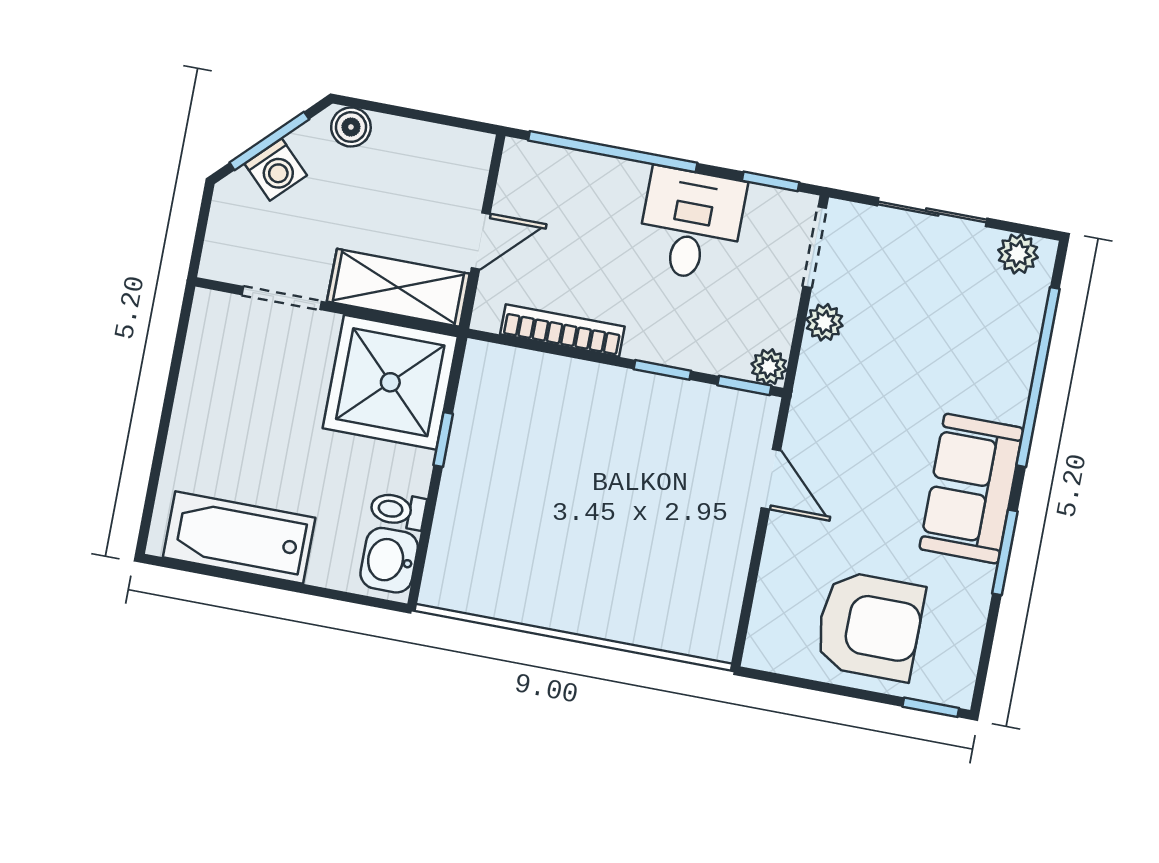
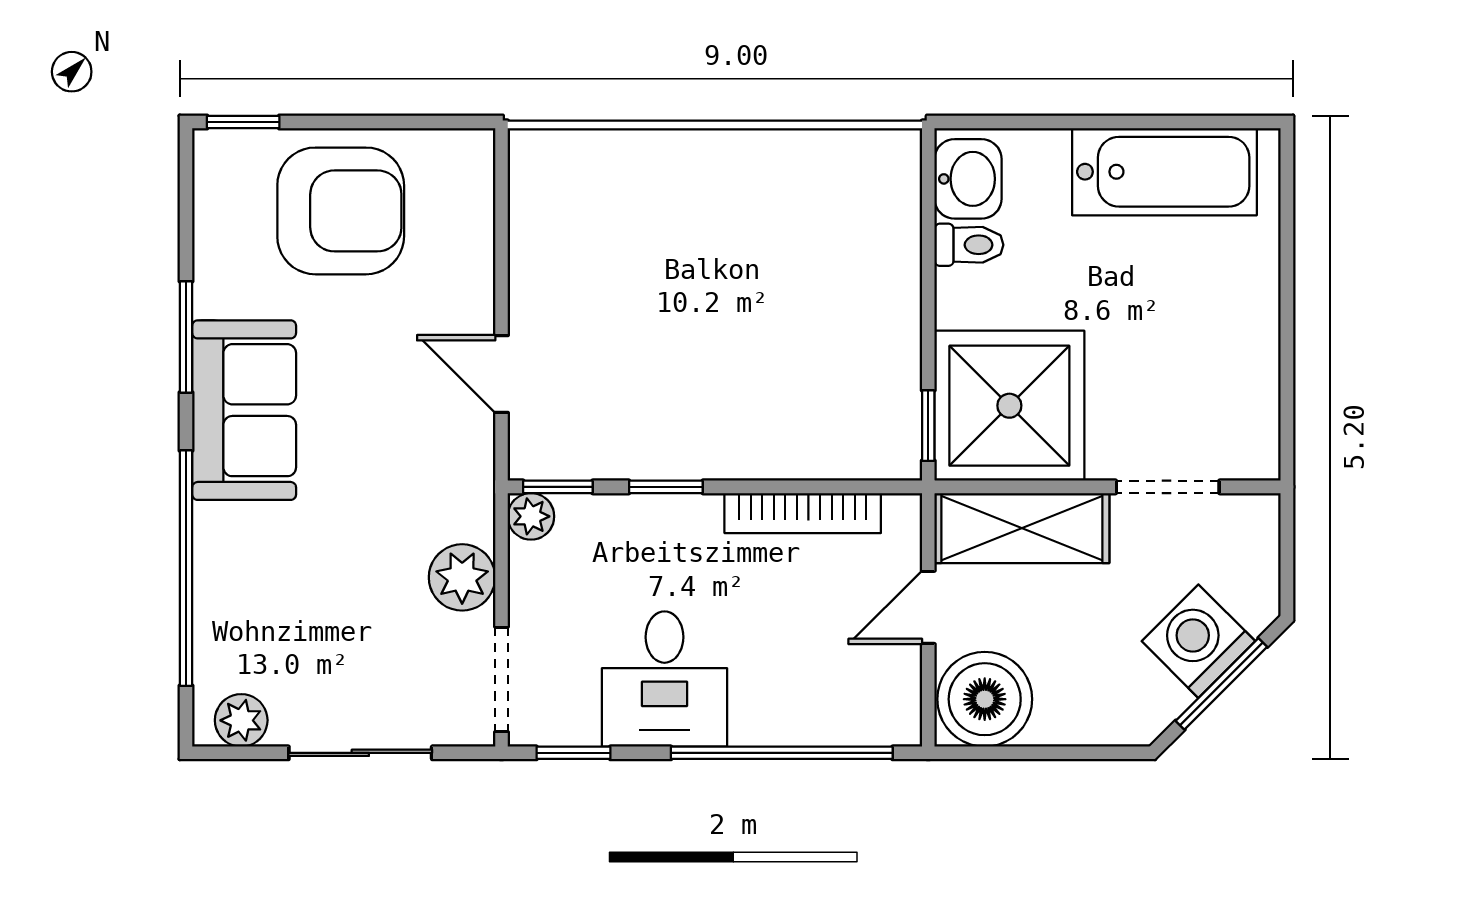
boiler: (351, 127) -> (985, 699), moved, width x1.86, depth x1.86
washing machine: (276, 170) -> (1198, 641), width x1.38, depth x1.38
plant: (824, 322) -> (462, 577), width x1.38, depth x1.38
window: (443, 440) -> (928, 426), moved
armchair: (870, 626) -> (341, 211), turned 180

